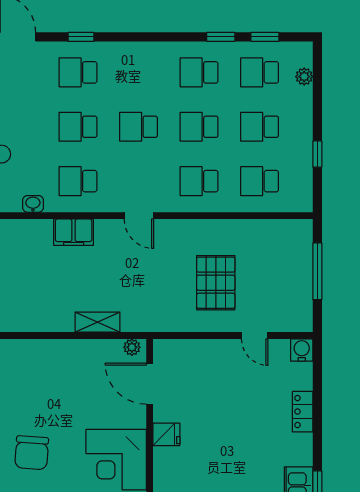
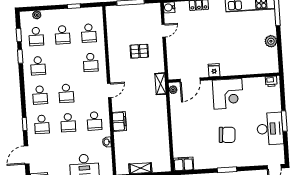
school desk: (199, 127) -> (40, 95), moved
pallet: (216, 283) -> (139, 51), width x0.67, depth x0.71
shelving: (97, 322) -> (160, 84), moved

